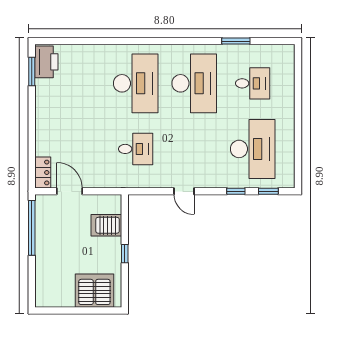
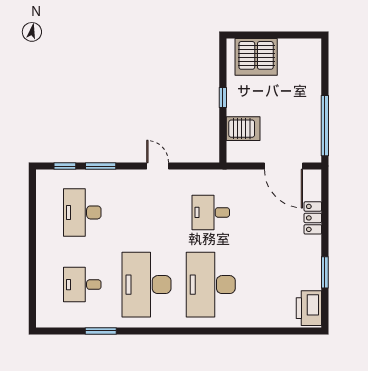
window: (32, 71) -> (325, 272), moved
desk: (253, 149) -> (82, 212), width x0.73, depth x0.77
locker: (43, 172) -> (313, 218), moved
door: (69, 191) -> (283, 166), width x1.36
window: (236, 191) -> (101, 166), width x1.50

